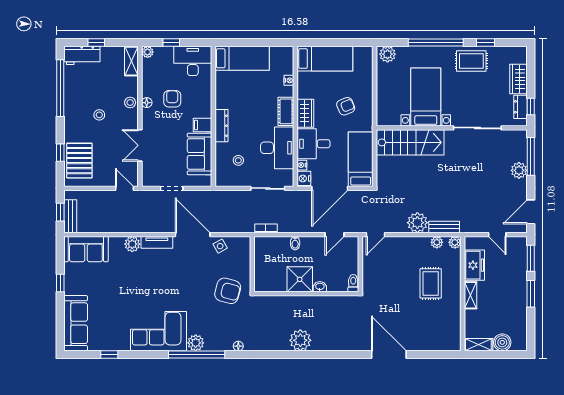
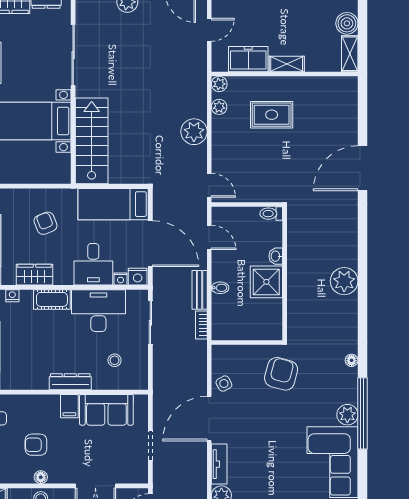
wardrobe: (305, 113) -> (35, 275), moved
bench: (444, 227) -> (200, 290), moved

